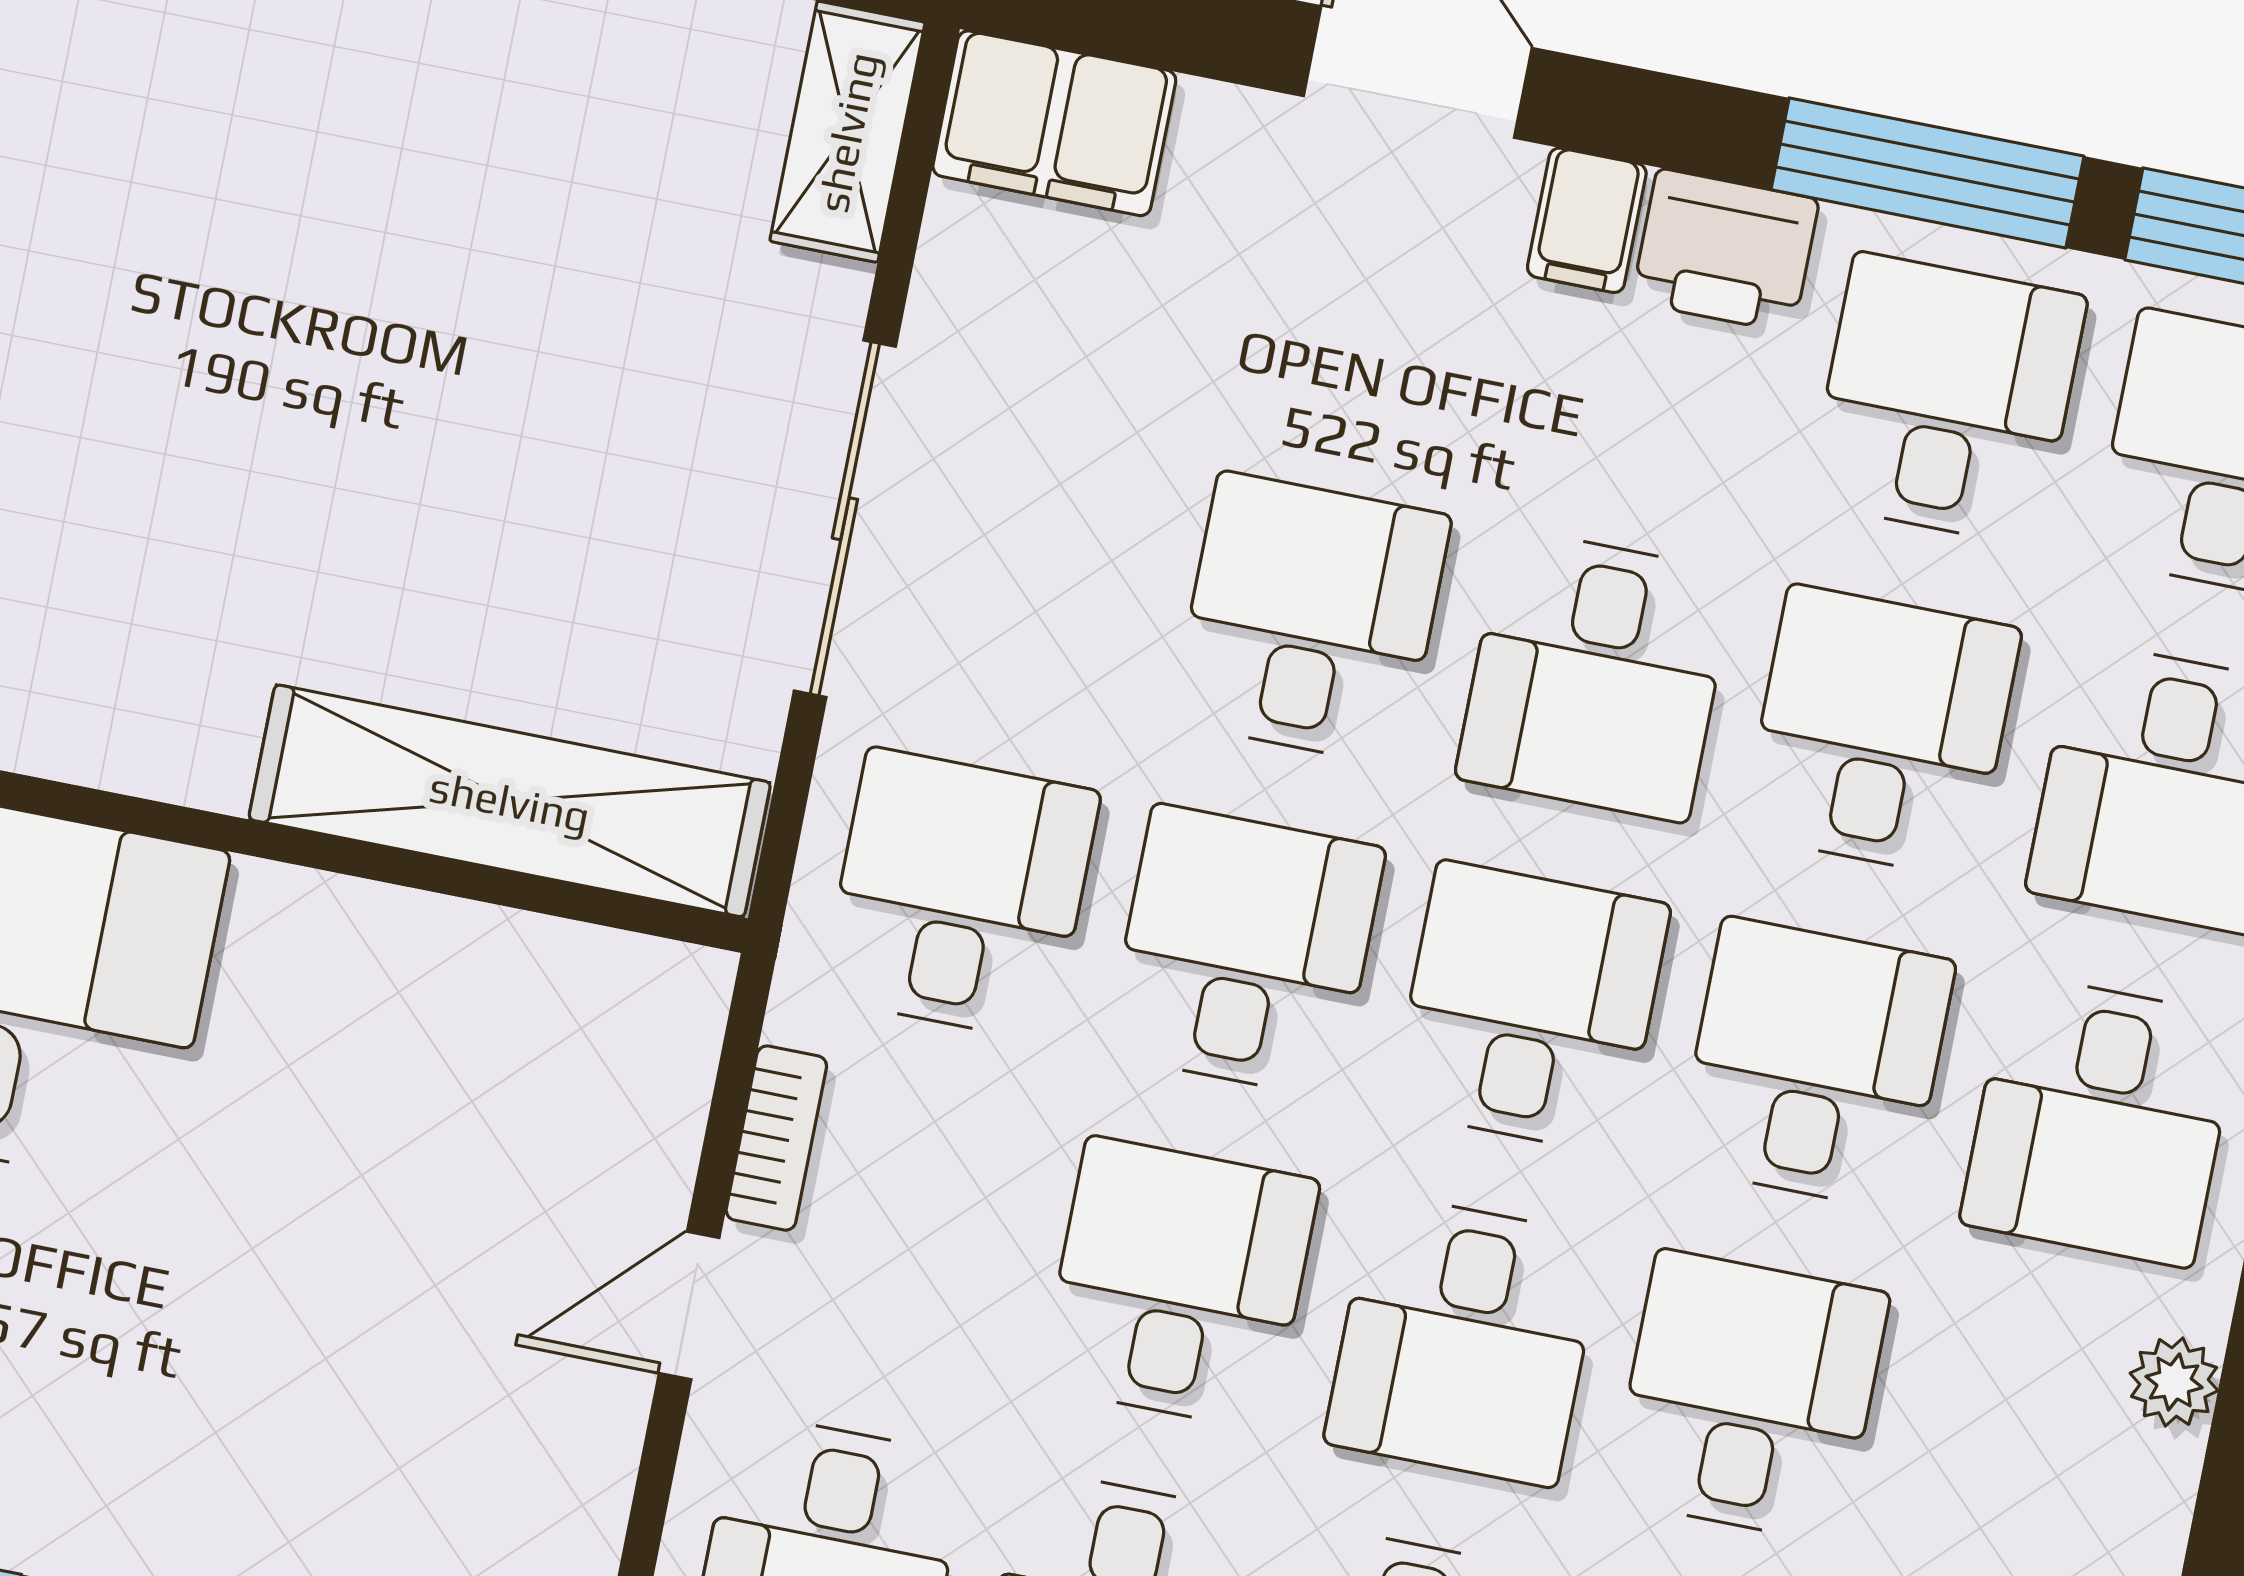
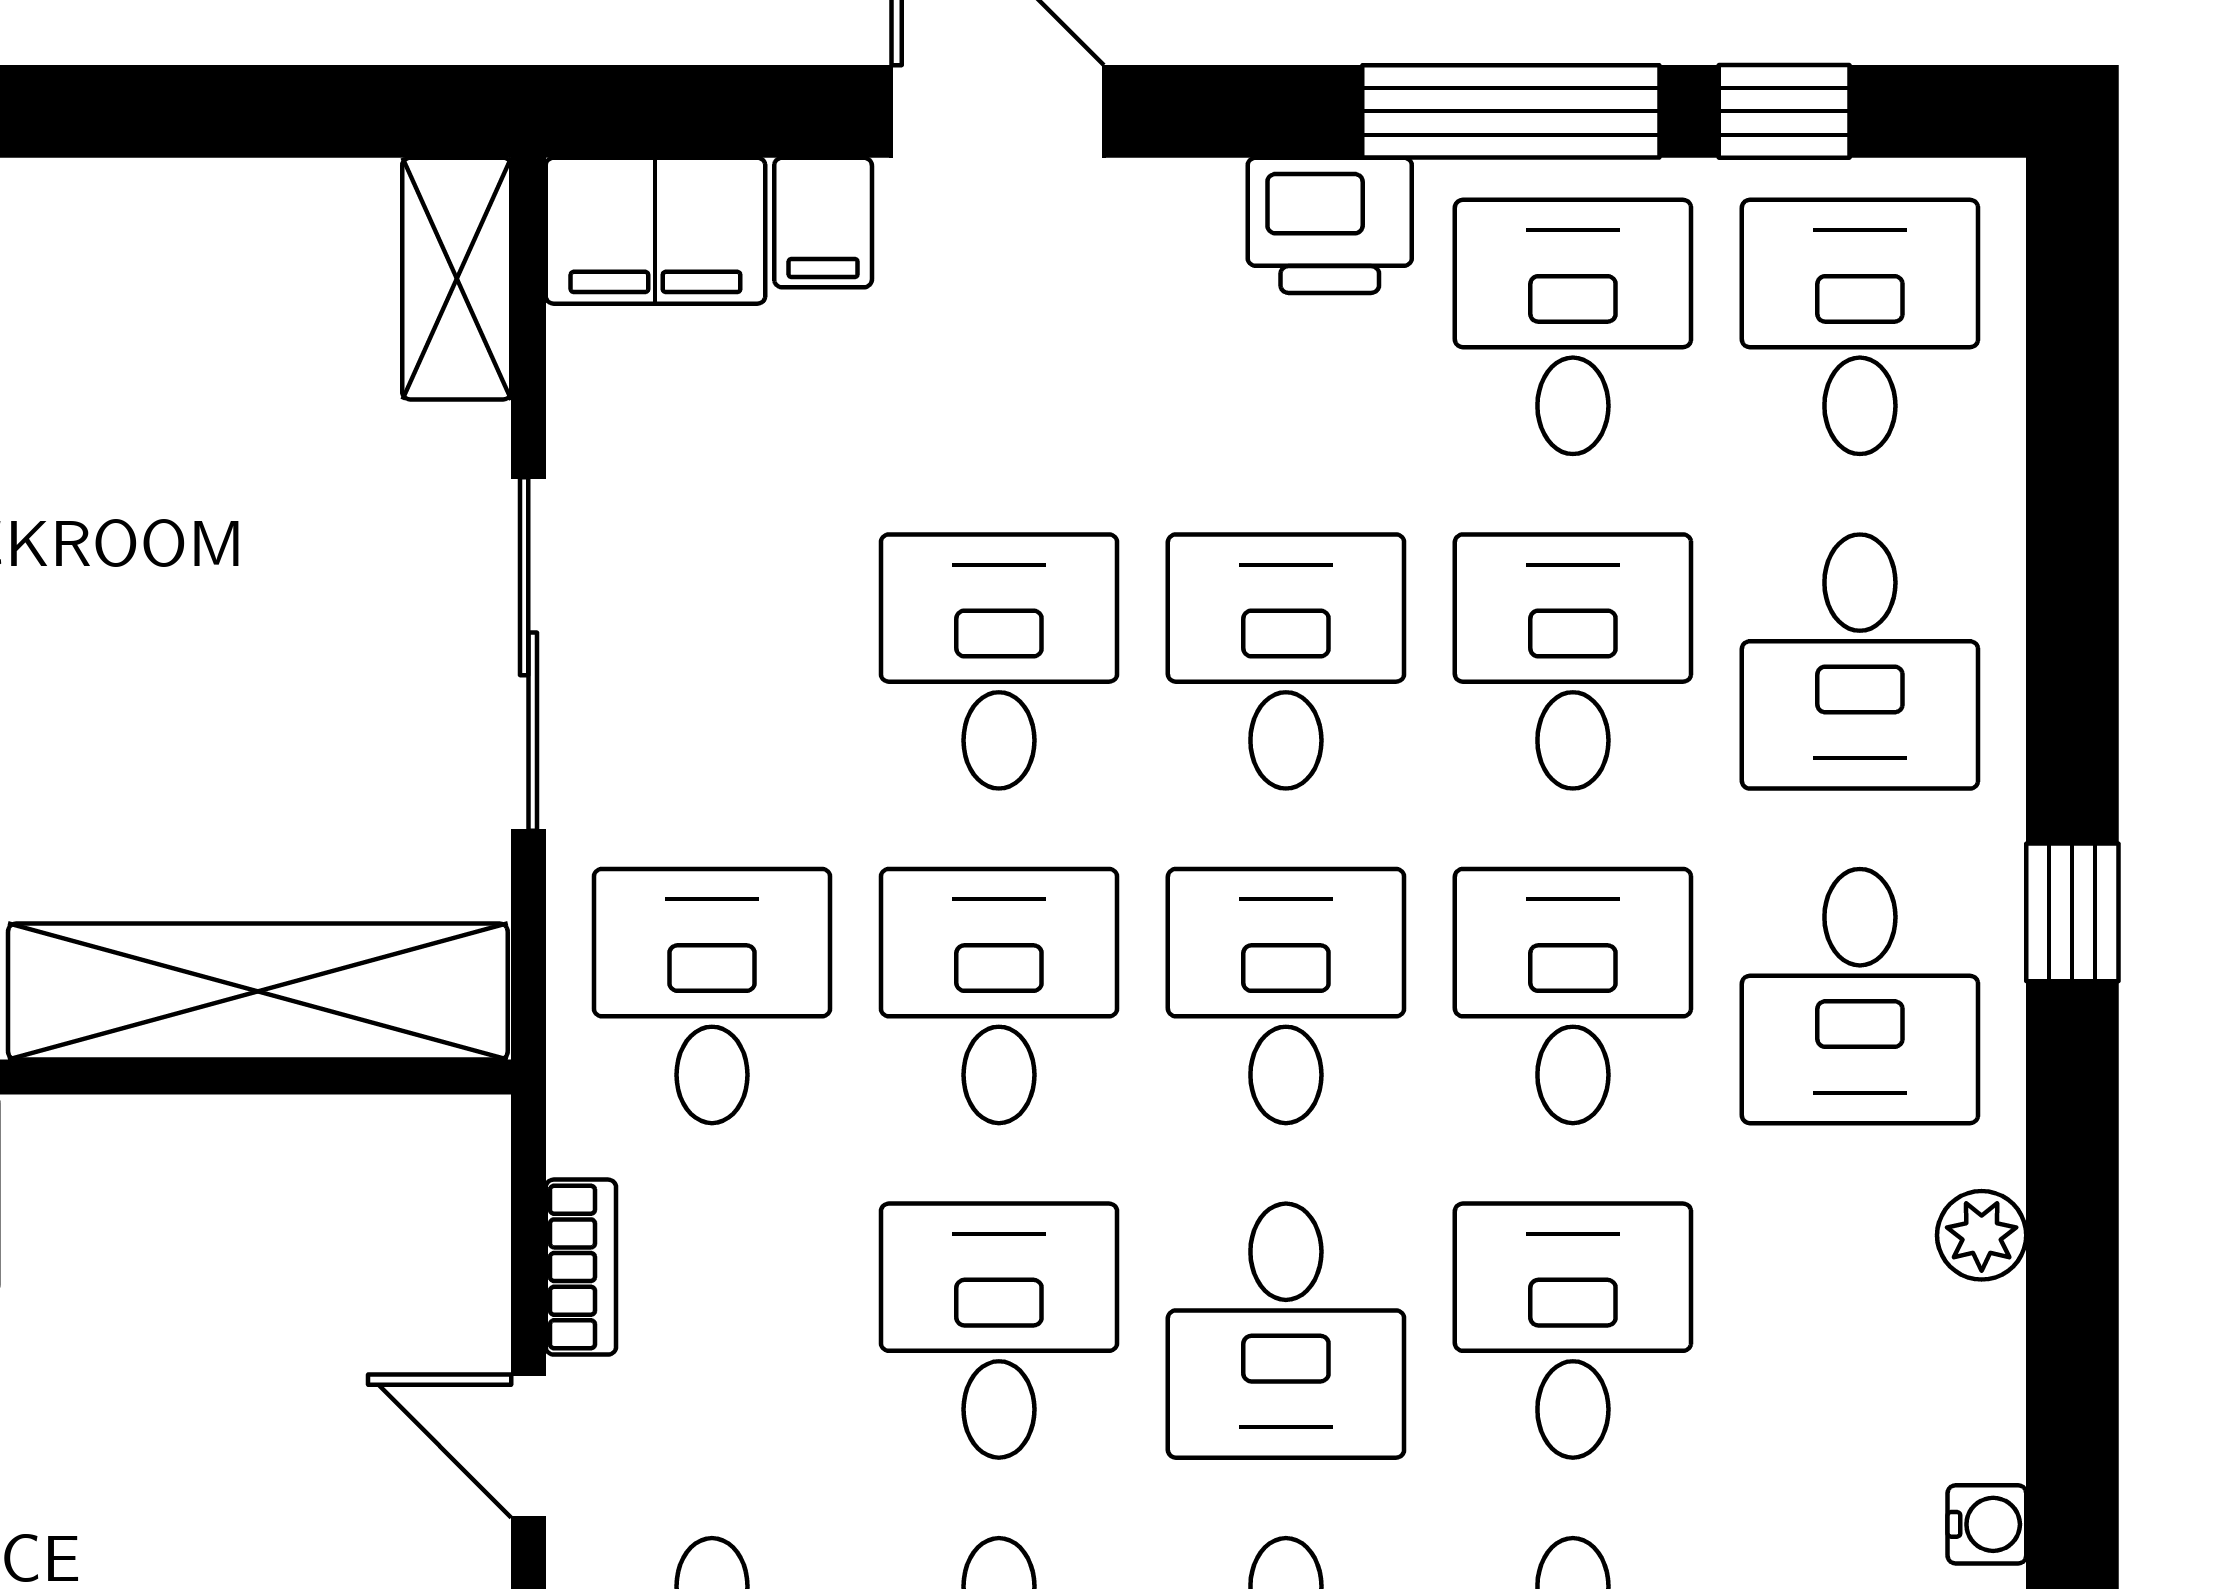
filing cabinet: (1587, 220) -> (823, 223), moved
desk: (1596, 675) -> (1286, 661), turned 180
door: (689, 1306) -> (528, 1446), hinge flipped

